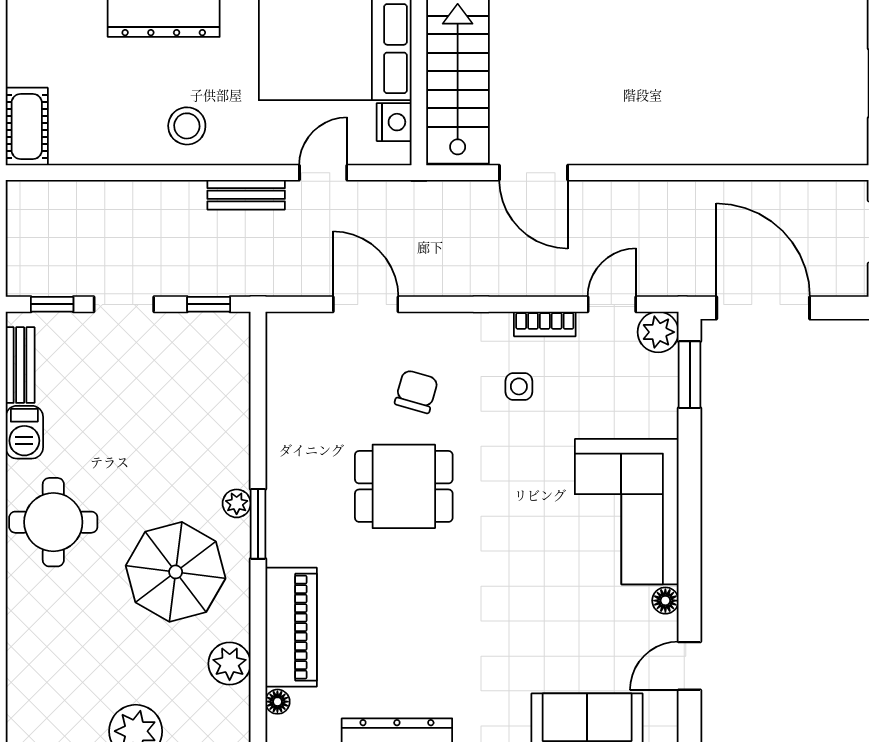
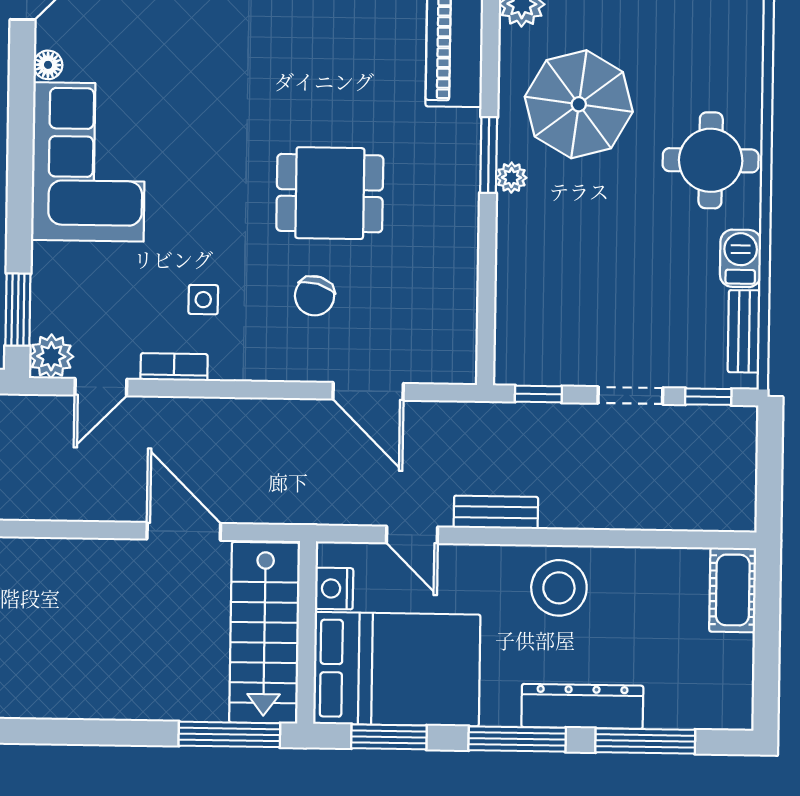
stool: (187, 126) -> (559, 588), width x1.38, depth x1.38
door: (323, 173) -> (412, 535), hinge flipped

